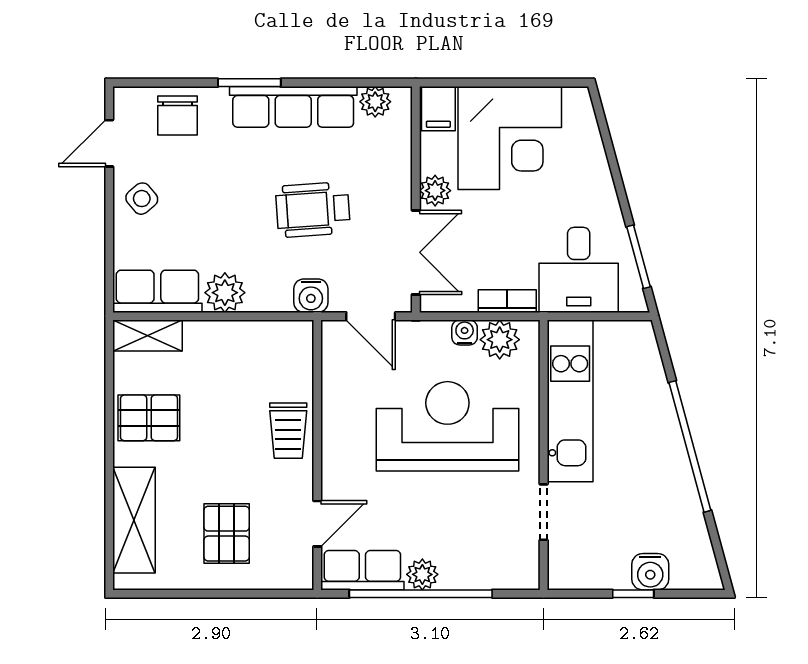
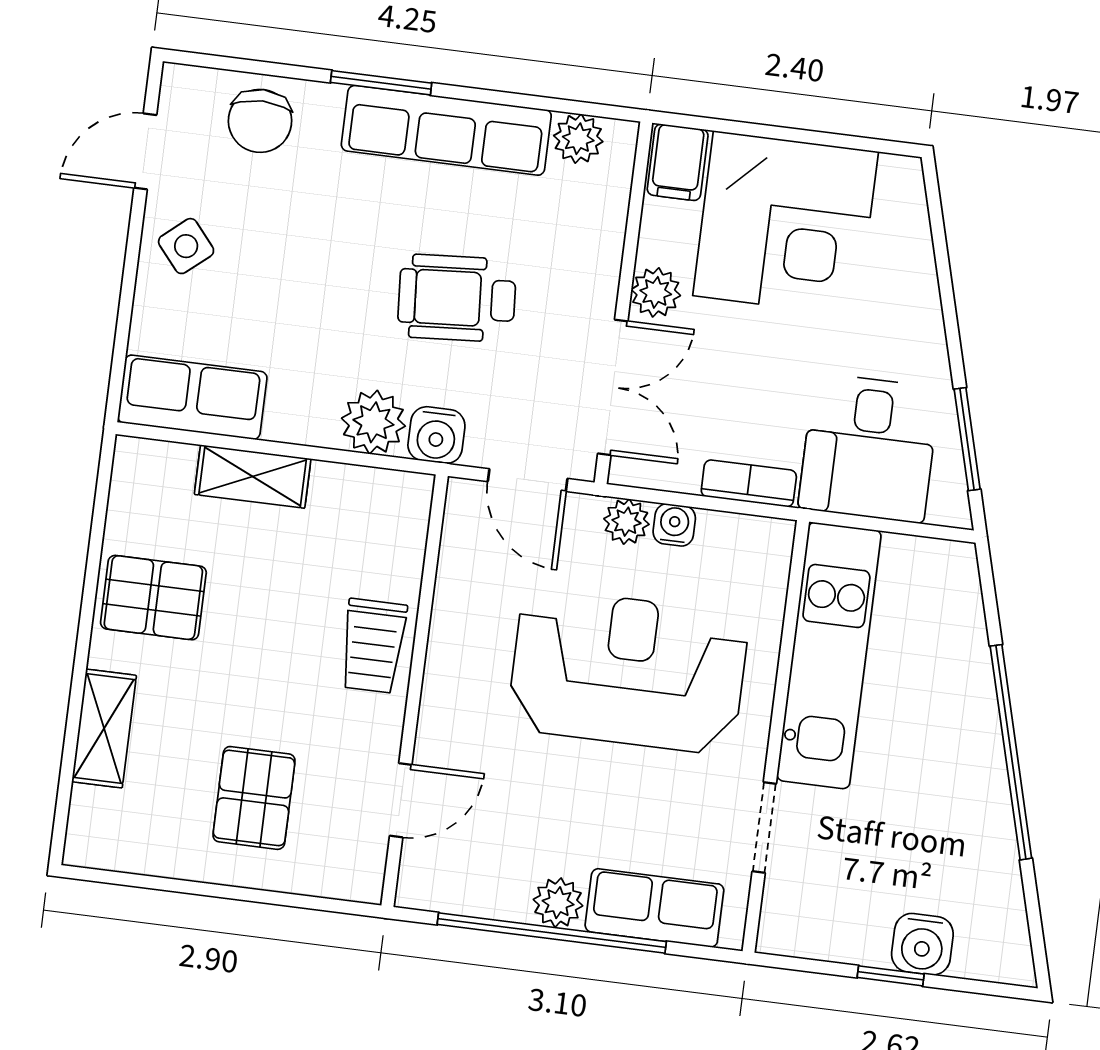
plant: (225, 293) -> (373, 422), moved
shelving: (147, 335) -> (253, 477), moved
plant: (500, 340) -> (626, 522), moved, width x0.73, depth x0.73
shelving: (134, 520) -> (104, 728), width x0.67, depth x0.75
row of seats: (362, 570) -> (654, 908), moved

